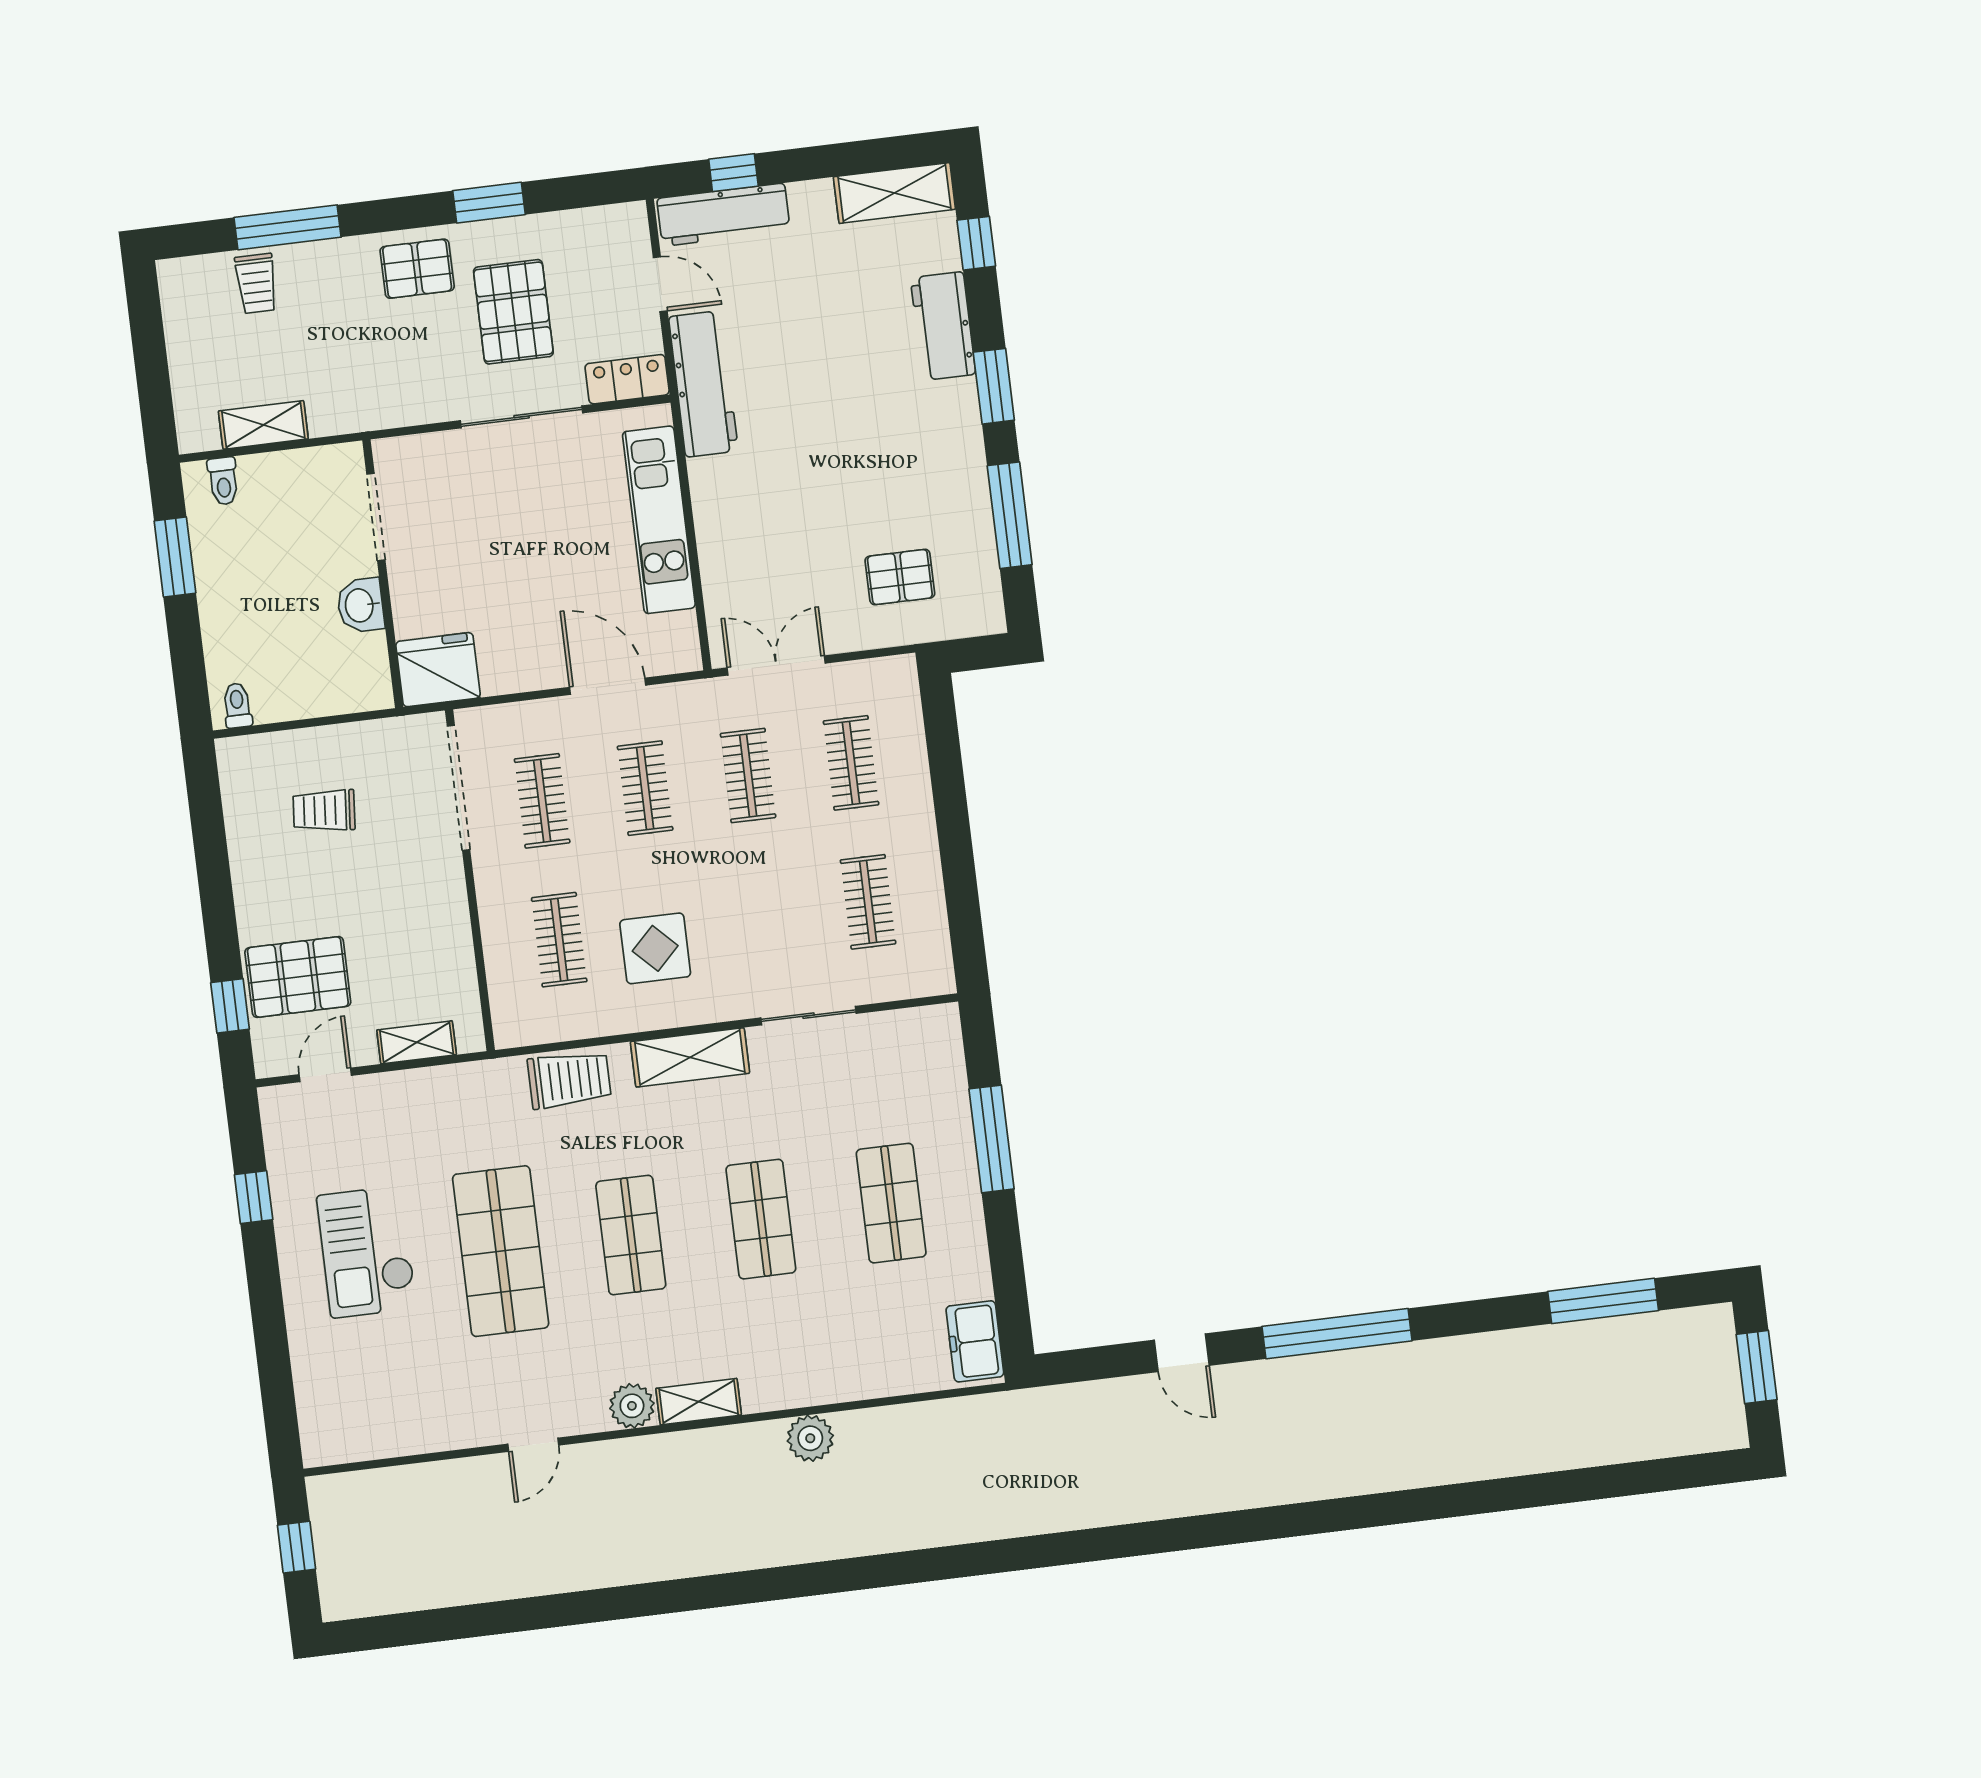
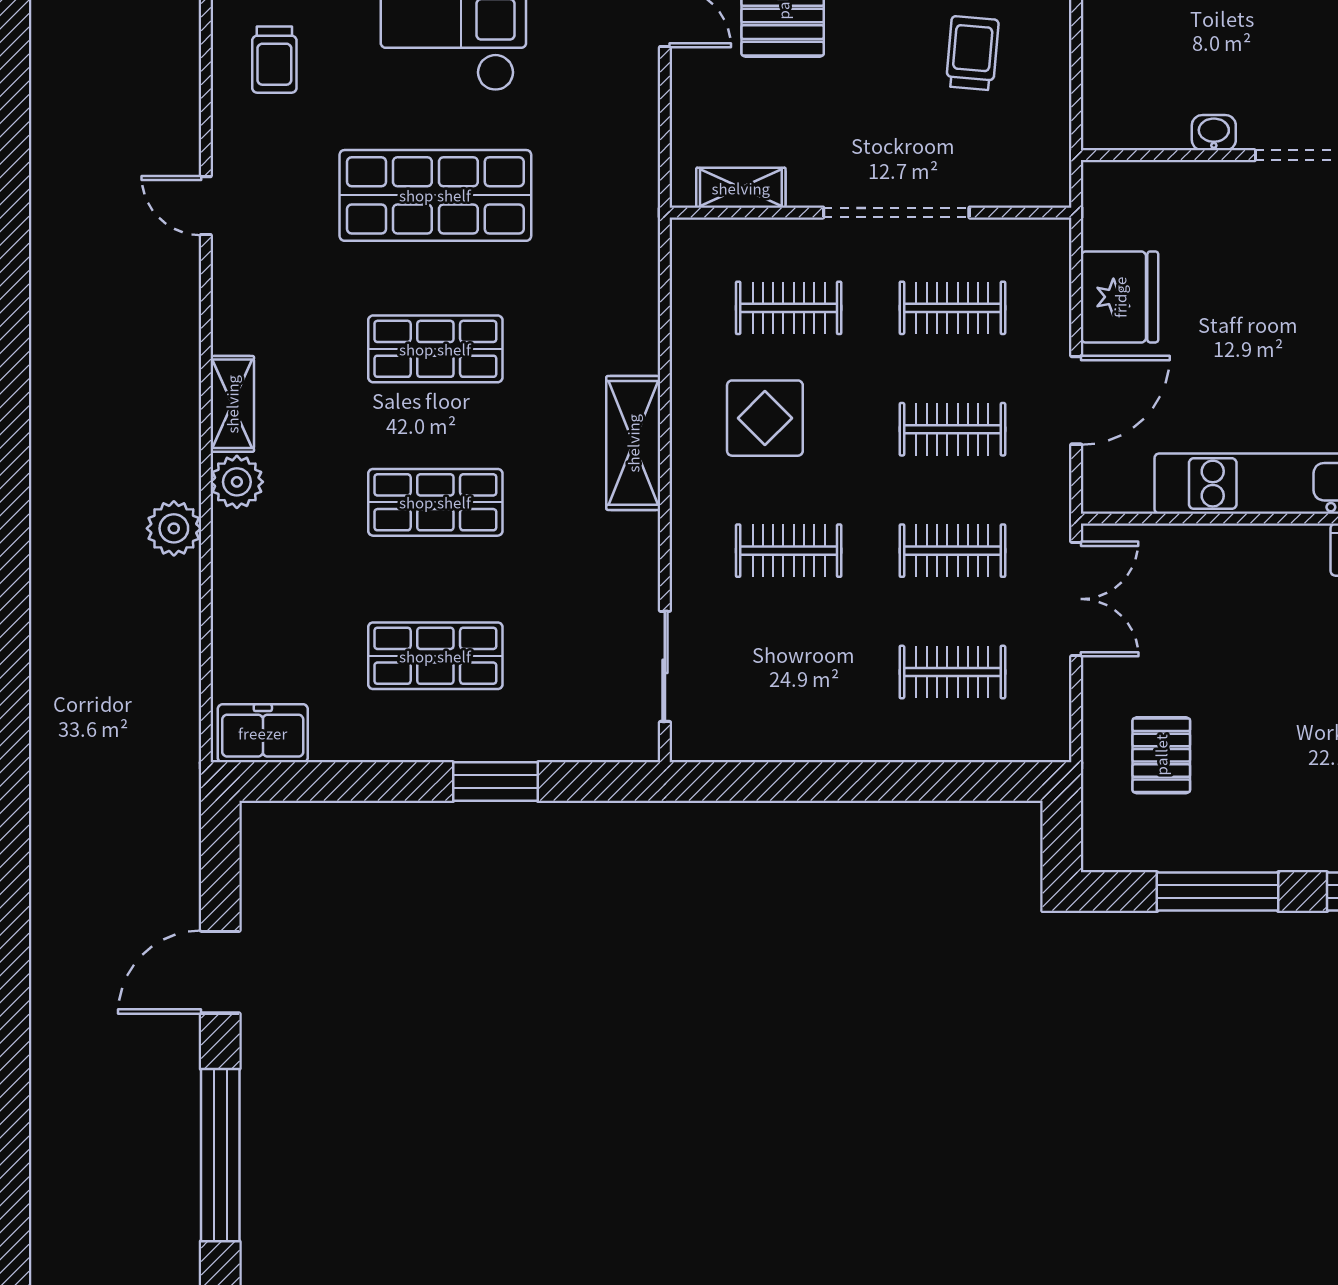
washbasin: (361, 605) -> (1214, 133), width x0.72, depth x0.69
fridge: (438, 670) -> (1120, 297), moved
doorway: (459, 788) -> (896, 213), moved
clothes rail: (868, 902) -> (789, 551), moved
sliding door: (809, 1016) -> (665, 666), moved
shelving: (417, 1042) -> (741, 188), moved, turned 90
trolley: (569, 1080) -> (274, 60), moved, width x0.73, depth x0.72
window: (992, 1139) -> (496, 782), width x0.69
door: (1182, 1353) -> (220, 972), width x1.38
plant: (632, 1406) -> (237, 482), moved

